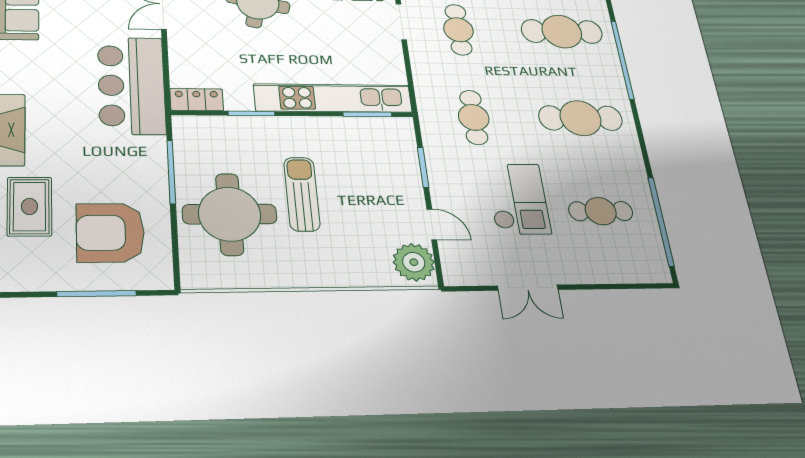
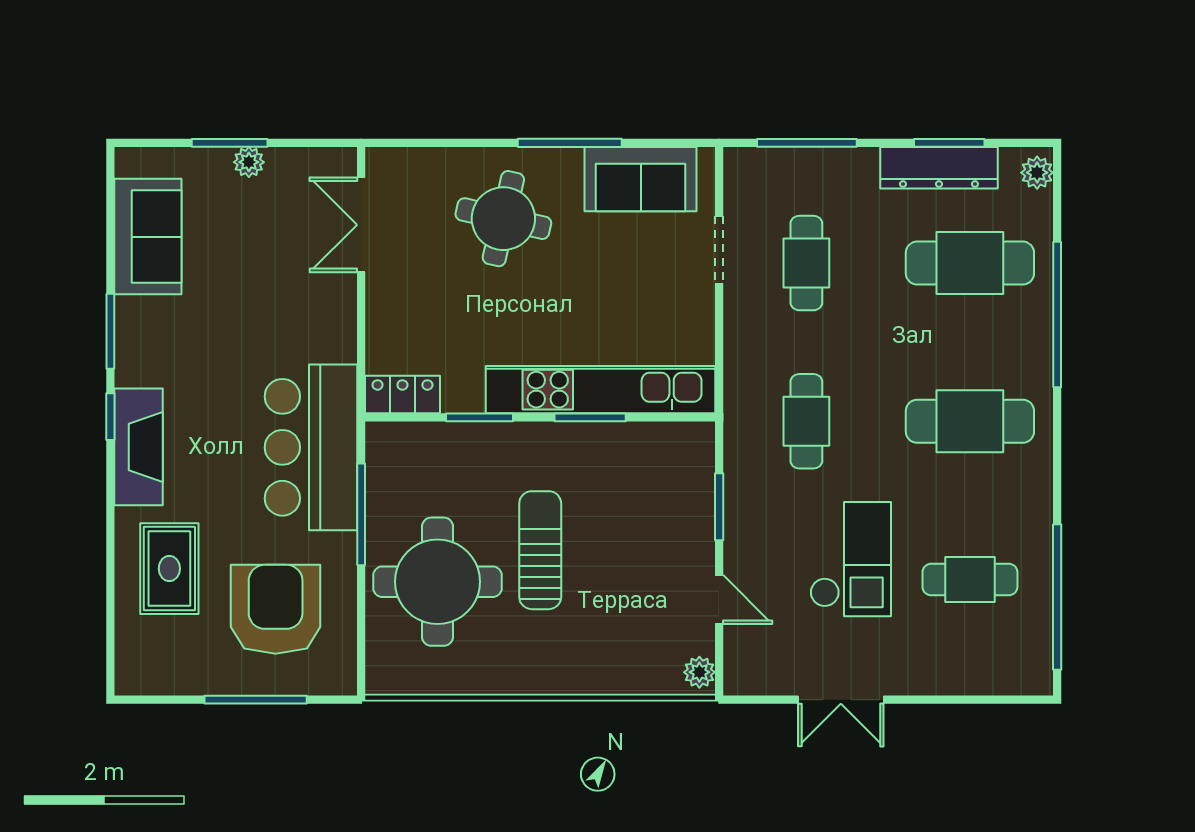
bar counter: (131, 85) -> (311, 447), moved
window: (367, 114) -> (590, 417), moved
armchair: (110, 233) -> (276, 609), turned 90
plant: (414, 262) -> (699, 672), width x0.53, depth x0.53

